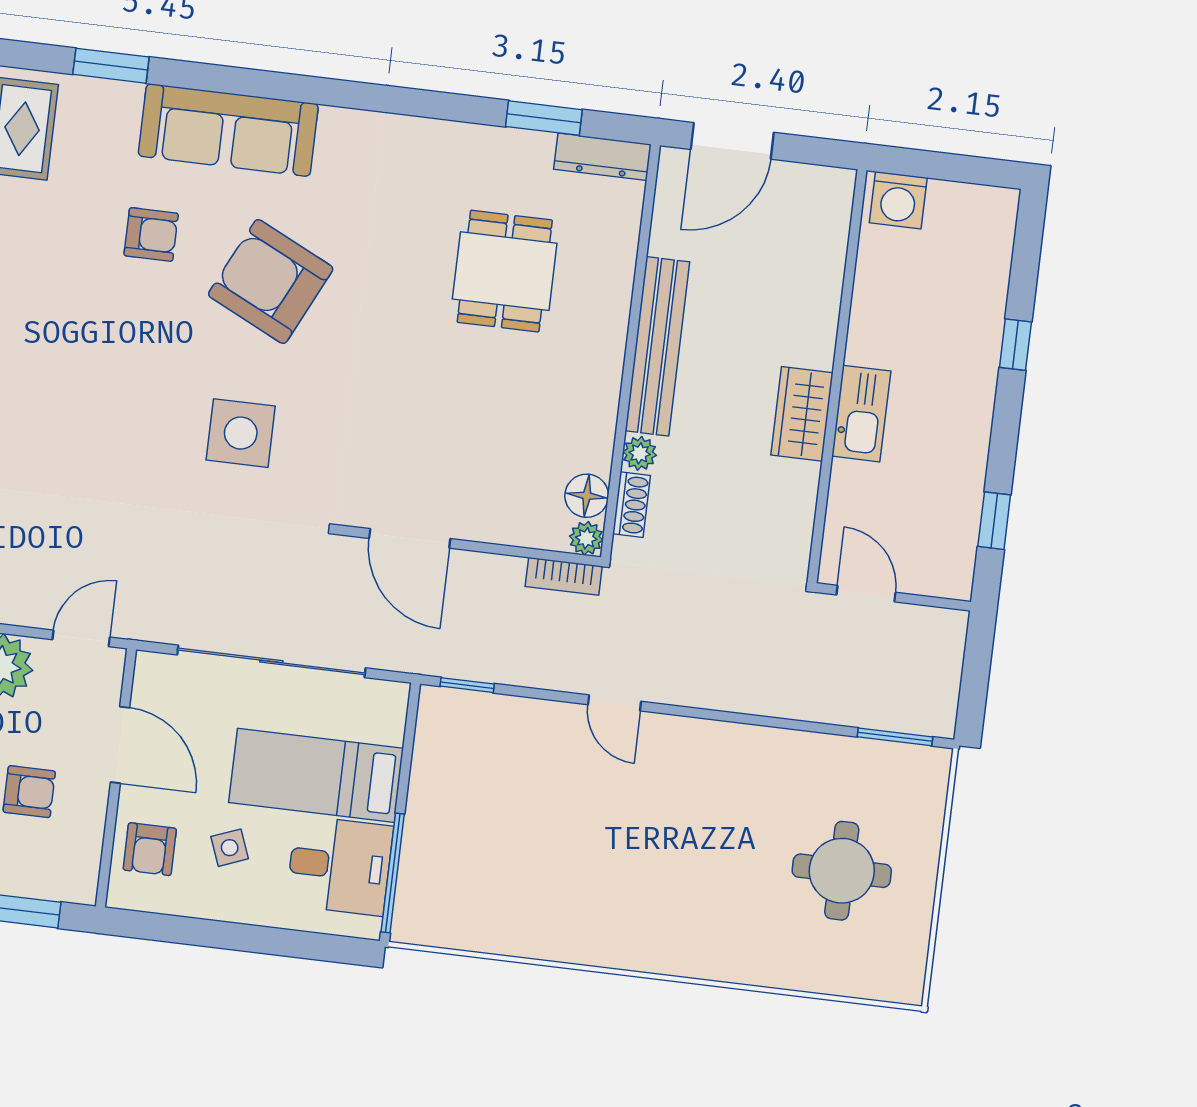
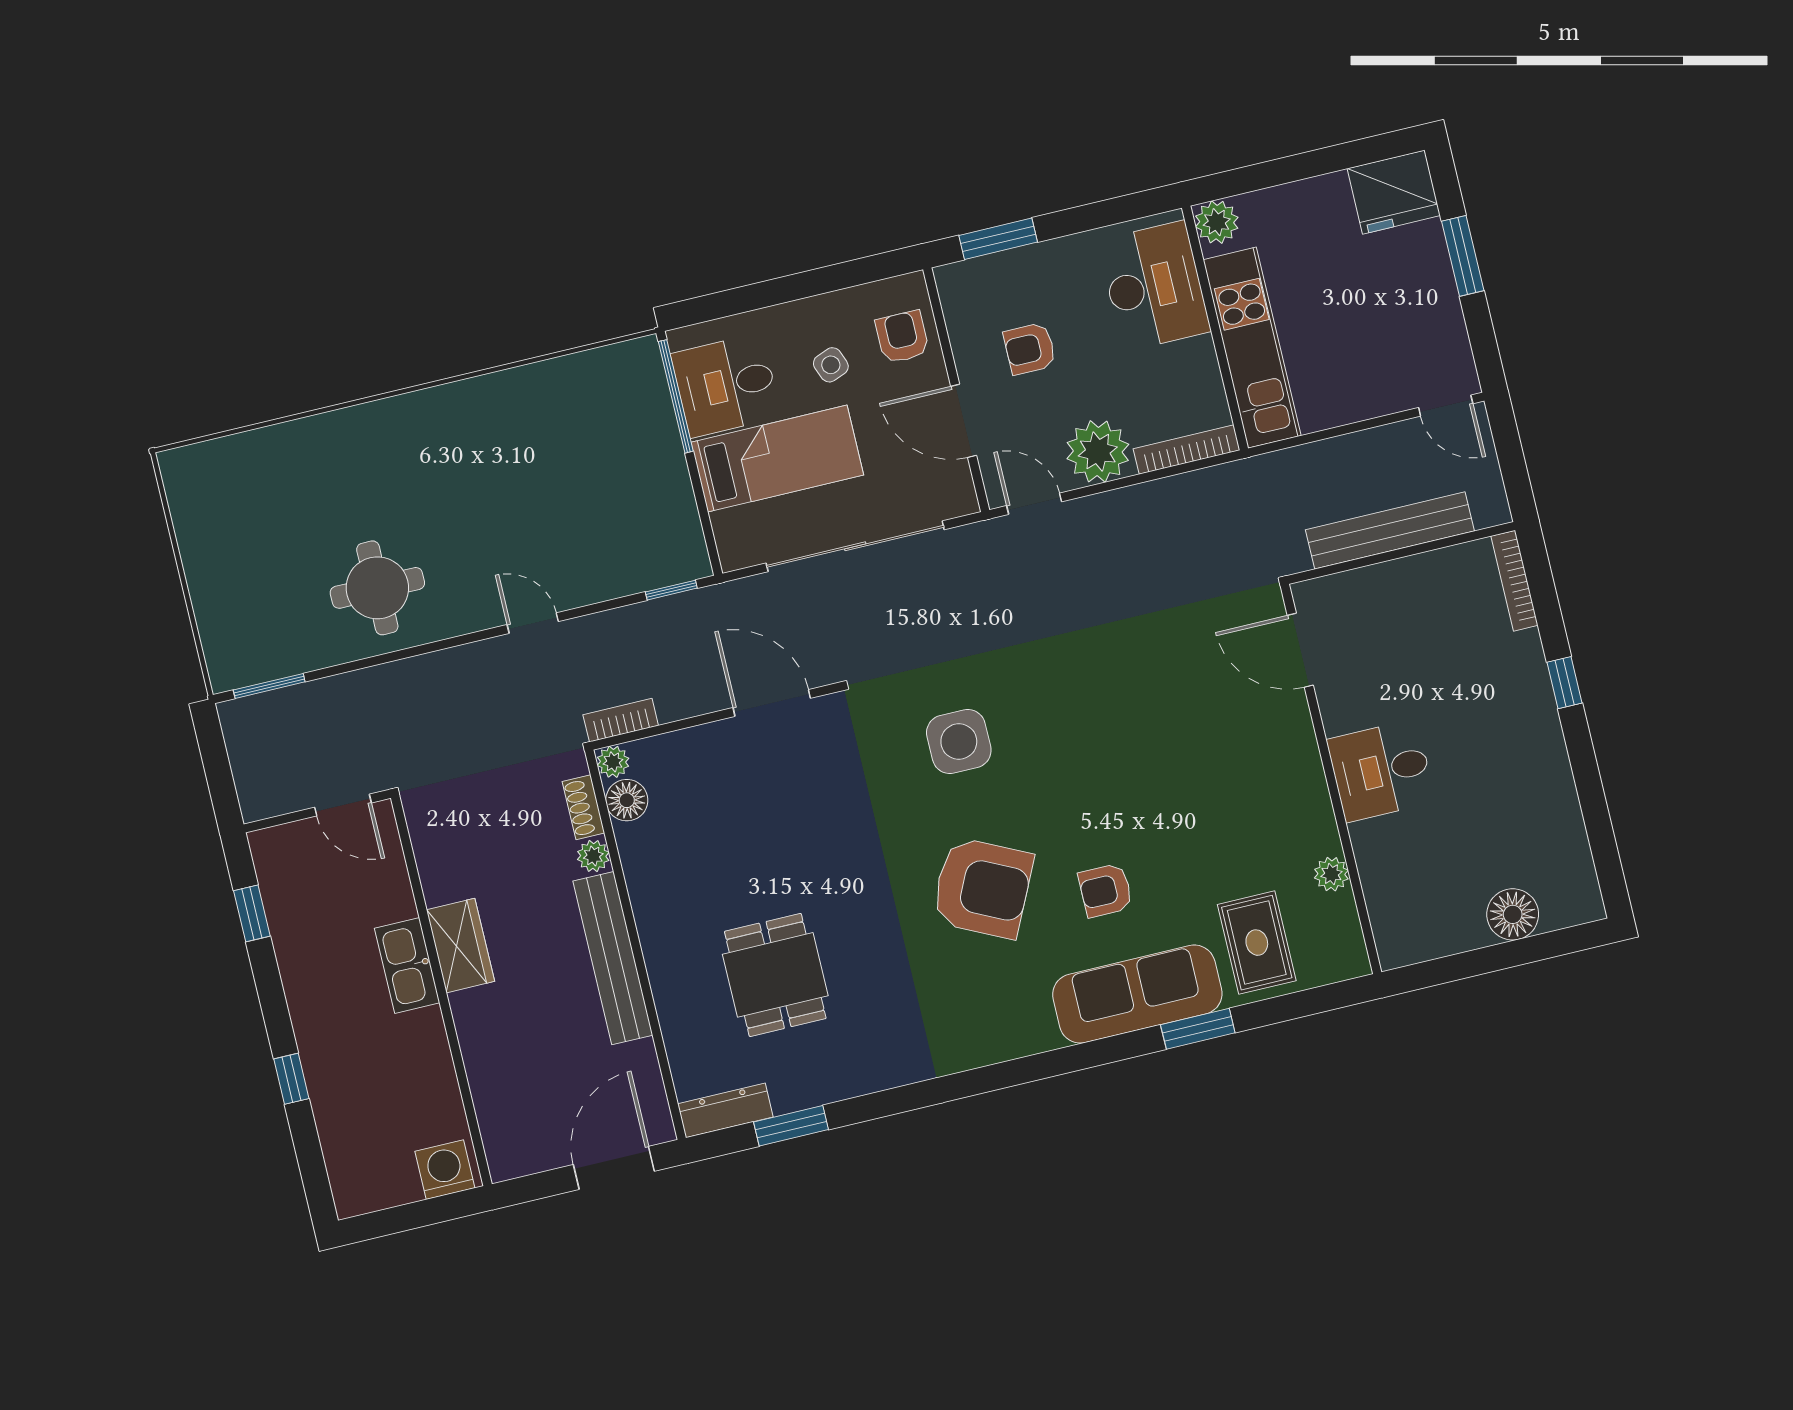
sofa: (228, 130) -> (1137, 994), moved
door: (81, 638) -> (1034, 504), swing flipped
round table: (842, 871) -> (377, 588), moved

